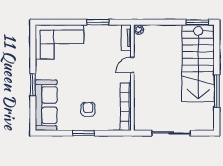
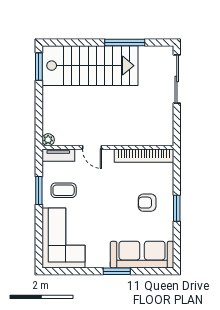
coffee table: (98, 42) -> (64, 190), added
sliding door: (171, 133) -> (177, 79), moved

